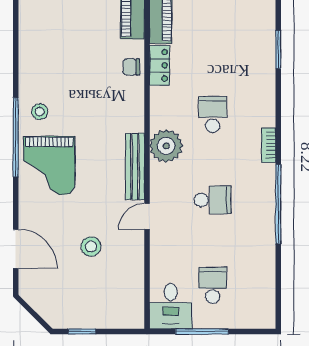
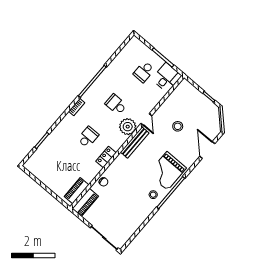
locker: (160, 65) -> (106, 157), moved
school desk: (213, 115) -> (88, 137), turned 180
plant: (166, 146) -> (128, 127), moved
grand piano: (49, 166) -> (167, 171), turned 180
door: (147, 216) -> (146, 120), hinge flipped

